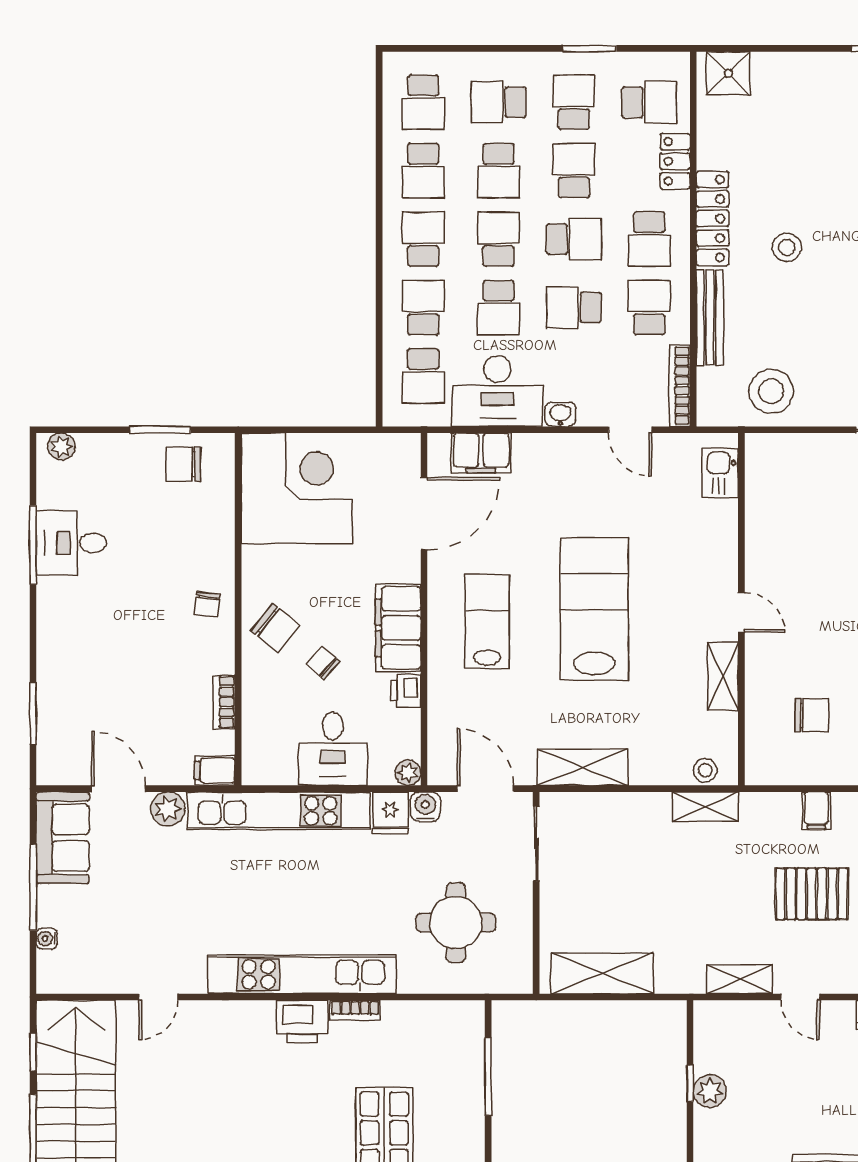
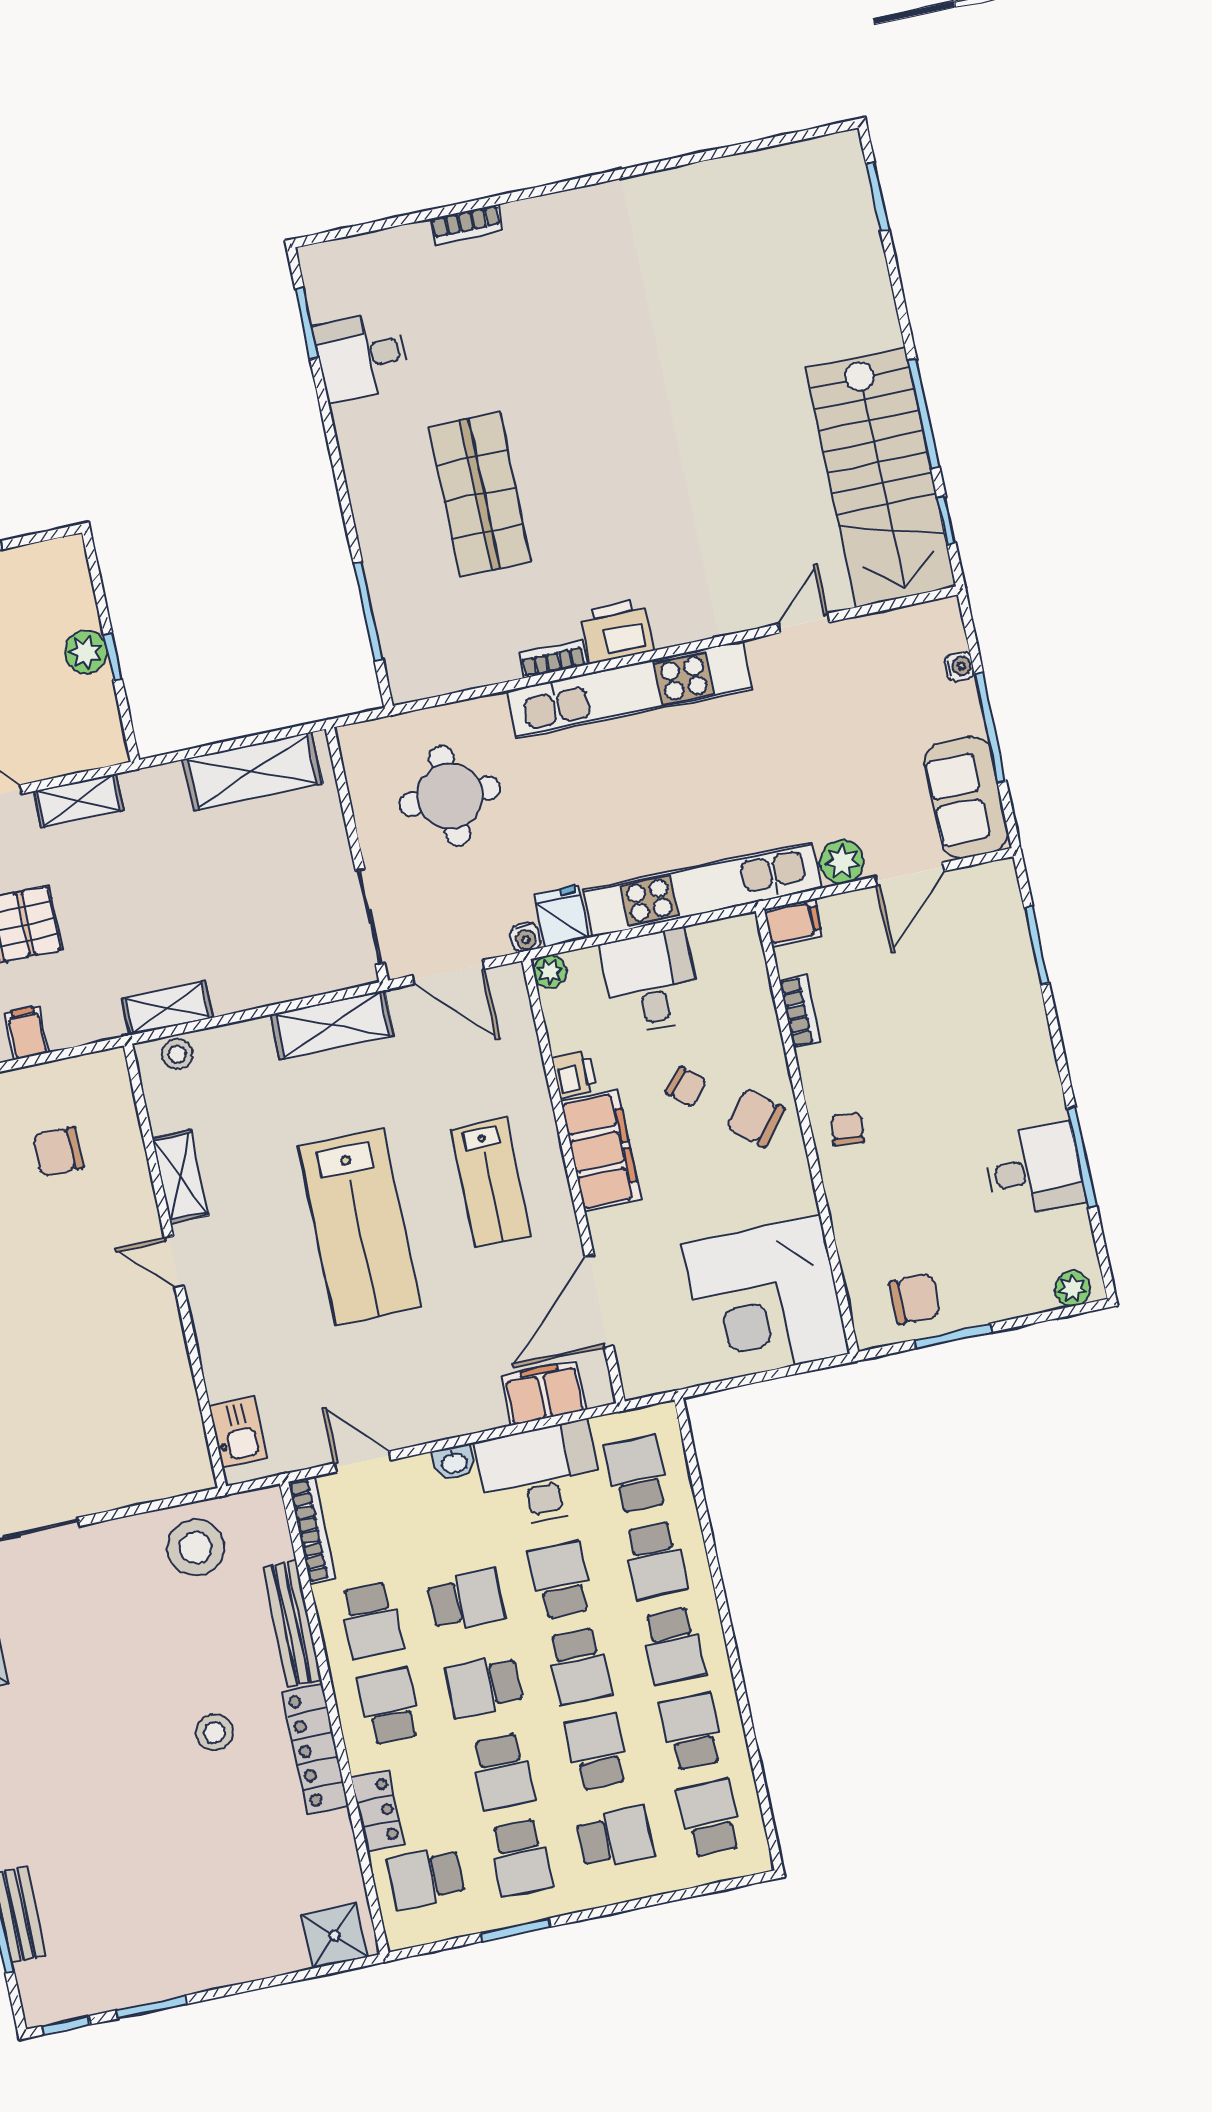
door: (118, 789) -> (910, 874), hinge flipped
water cooler: (425, 807) -> (525, 937), width x0.72, depth x0.72

